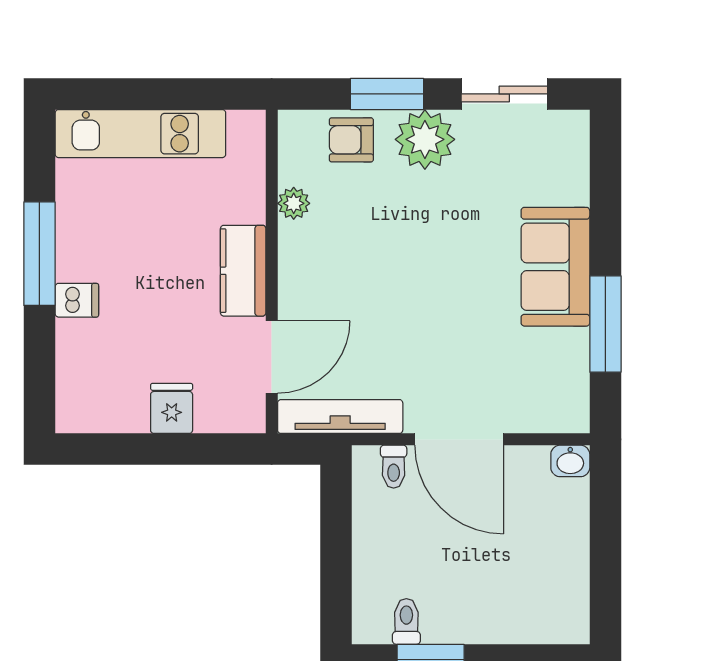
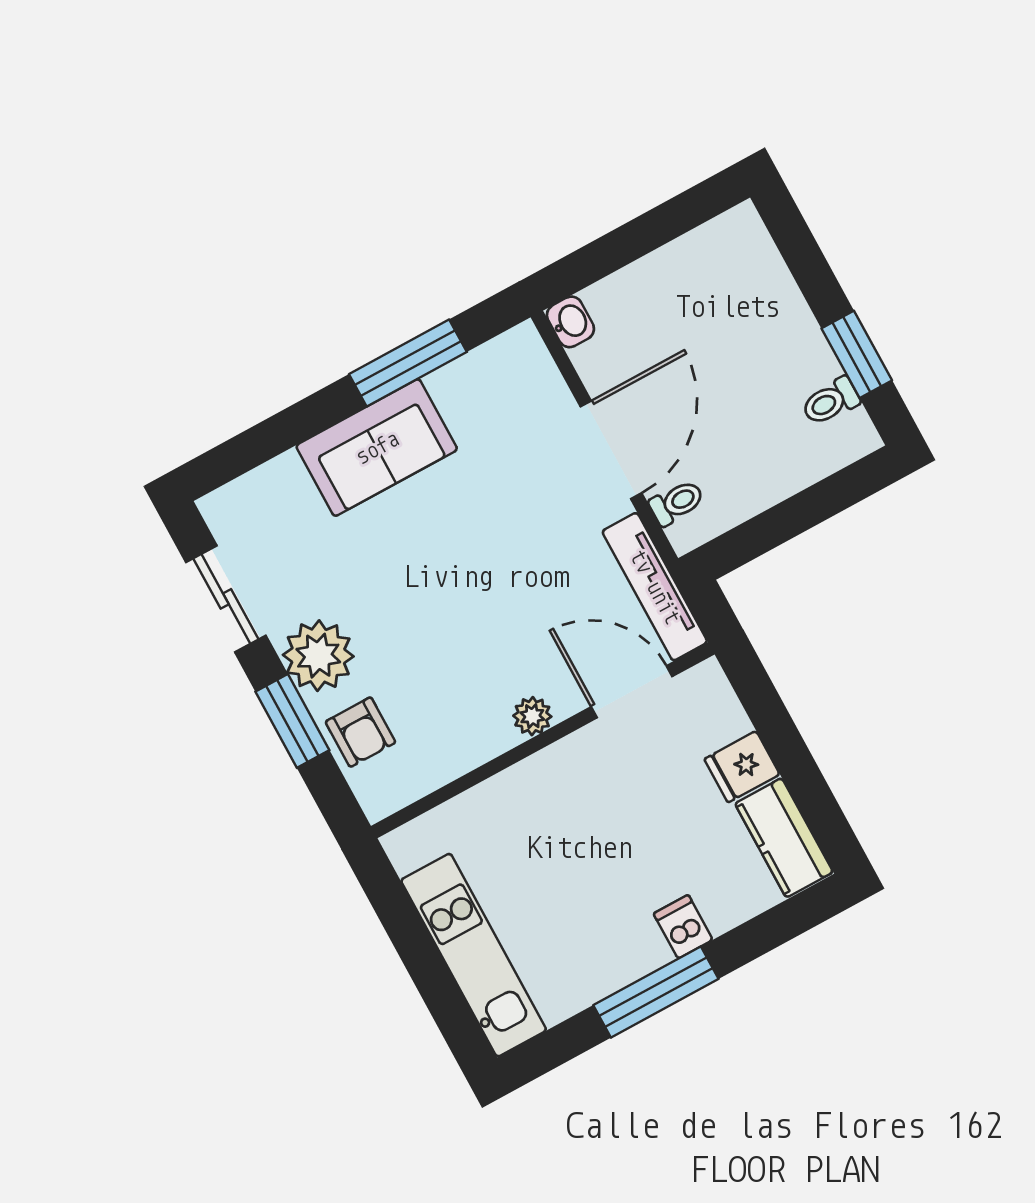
plant: (294, 203) -> (532, 716), moved
kitchen counter: (243, 271) -> (784, 838), moved, turned 90

